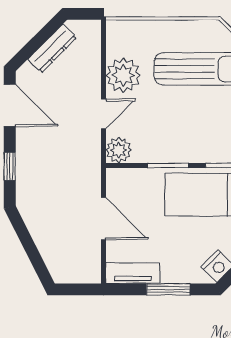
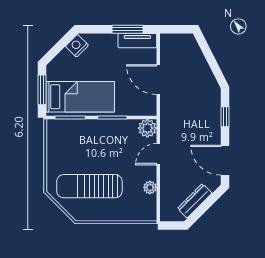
plant: (123, 75) -> (150, 187), width x0.53, depth x0.53
window: (168, 289) -> (127, 29), moved

